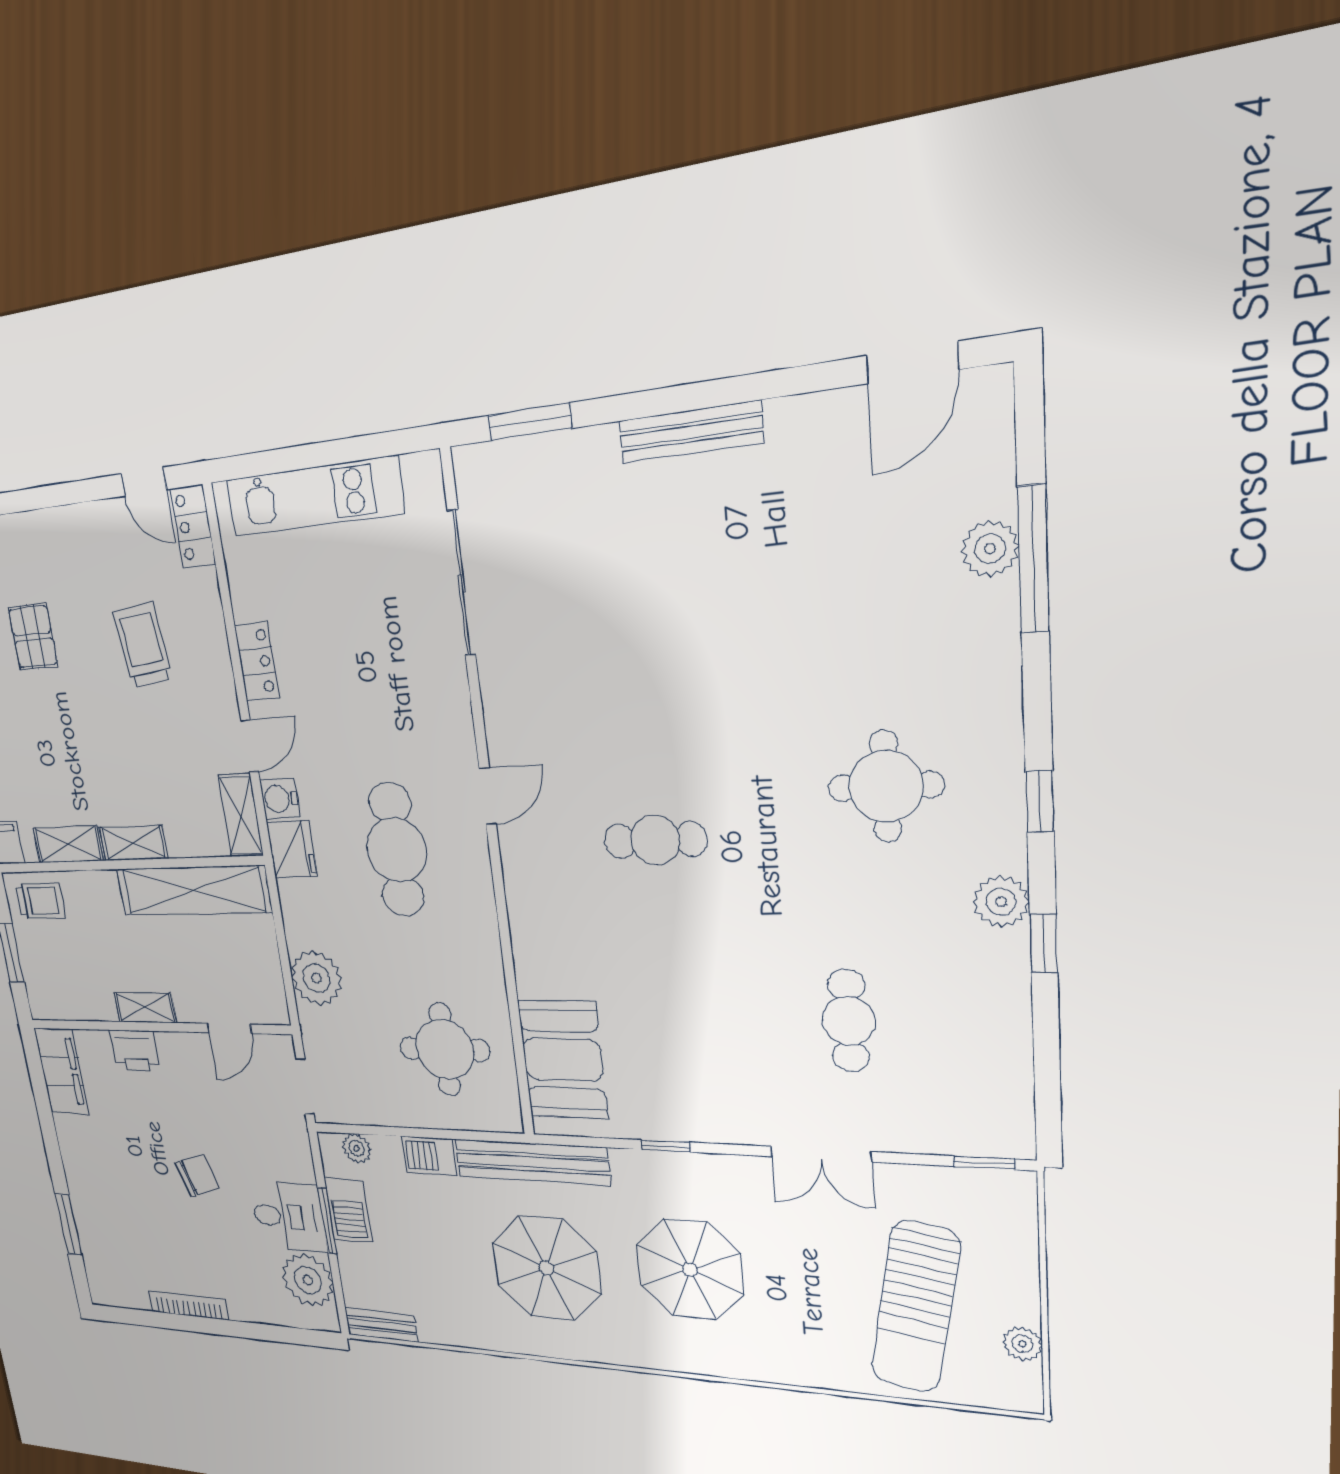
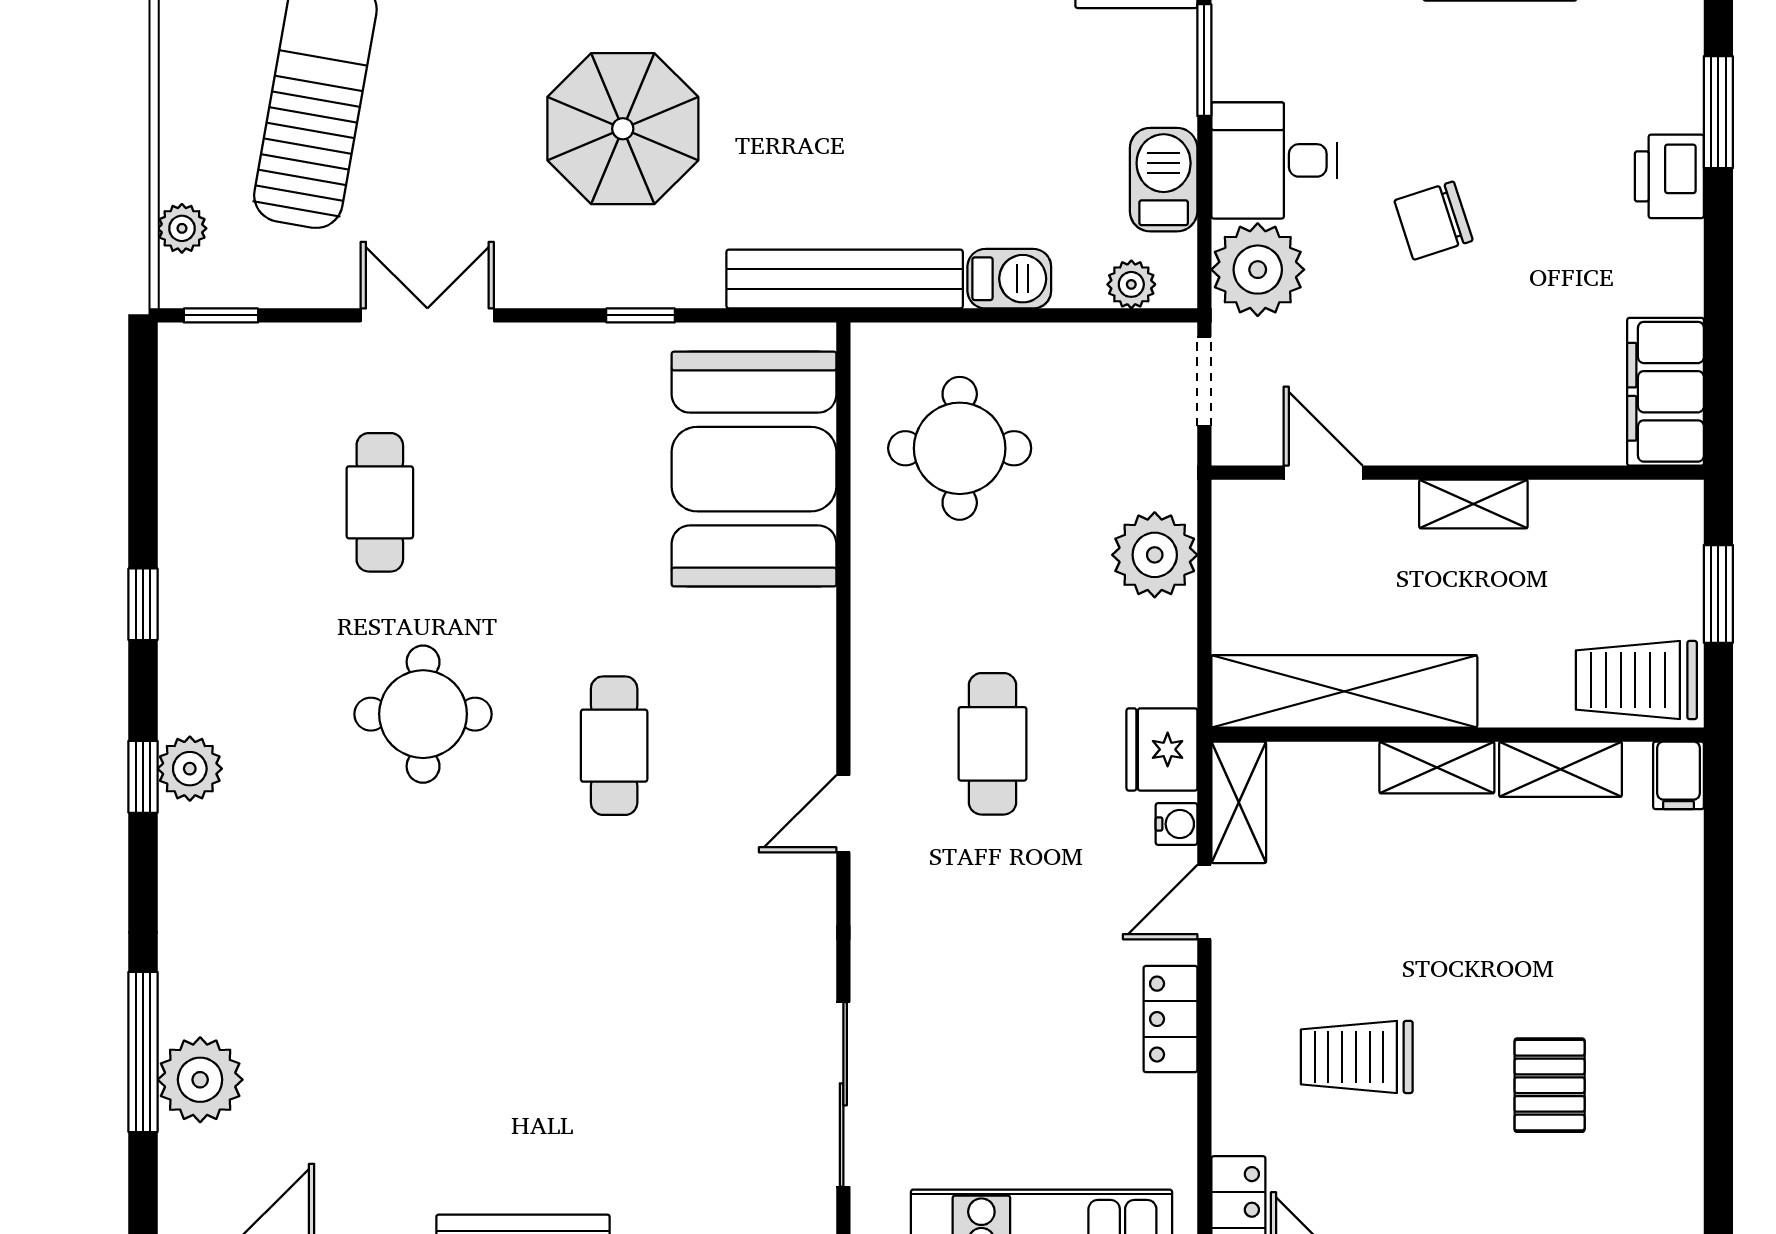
plant: (990, 549) -> (200, 1080), width x1.36, depth x1.36
trolley: (143, 645) -> (1357, 1057), turned 96
round table: (886, 786) -> (423, 714), moved
water cooler: (280, 799) -> (1177, 824), width x0.72, depth x0.72
cafe table: (655, 840) -> (614, 746), turned 90
cafe table: (396, 850) -> (993, 744), width x0.73, depth x0.74
trolley: (41, 901) -> (1636, 680), width x1.36, depth x1.39
plant: (1001, 902) -> (190, 769), moved
door: (229, 1029) -> (1323, 473), hinge flipped
printer: (135, 1051) -> (1669, 176), moved, turned -90
booth: (563, 1060) -> (754, 469), width x1.36, depth x1.42
window: (327, 1221) -> (1204, 60), moved
parasol: (546, 1268) -> (842, 110), removed
plant: (308, 1280) -> (1258, 270), moved
plant: (1022, 1344) -> (182, 228), moved

